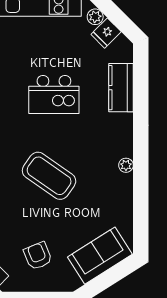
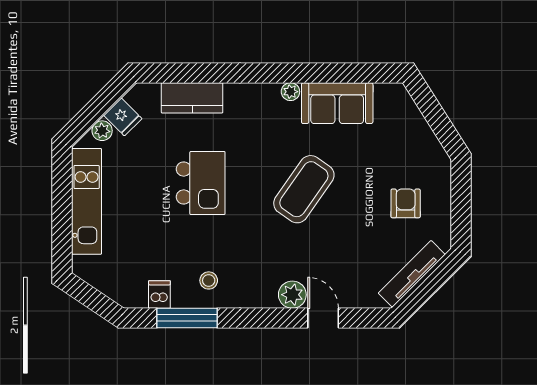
armchair: (38, 256) -> (406, 203), turned 112
sofa: (100, 256) -> (337, 103), moved, turned -58

